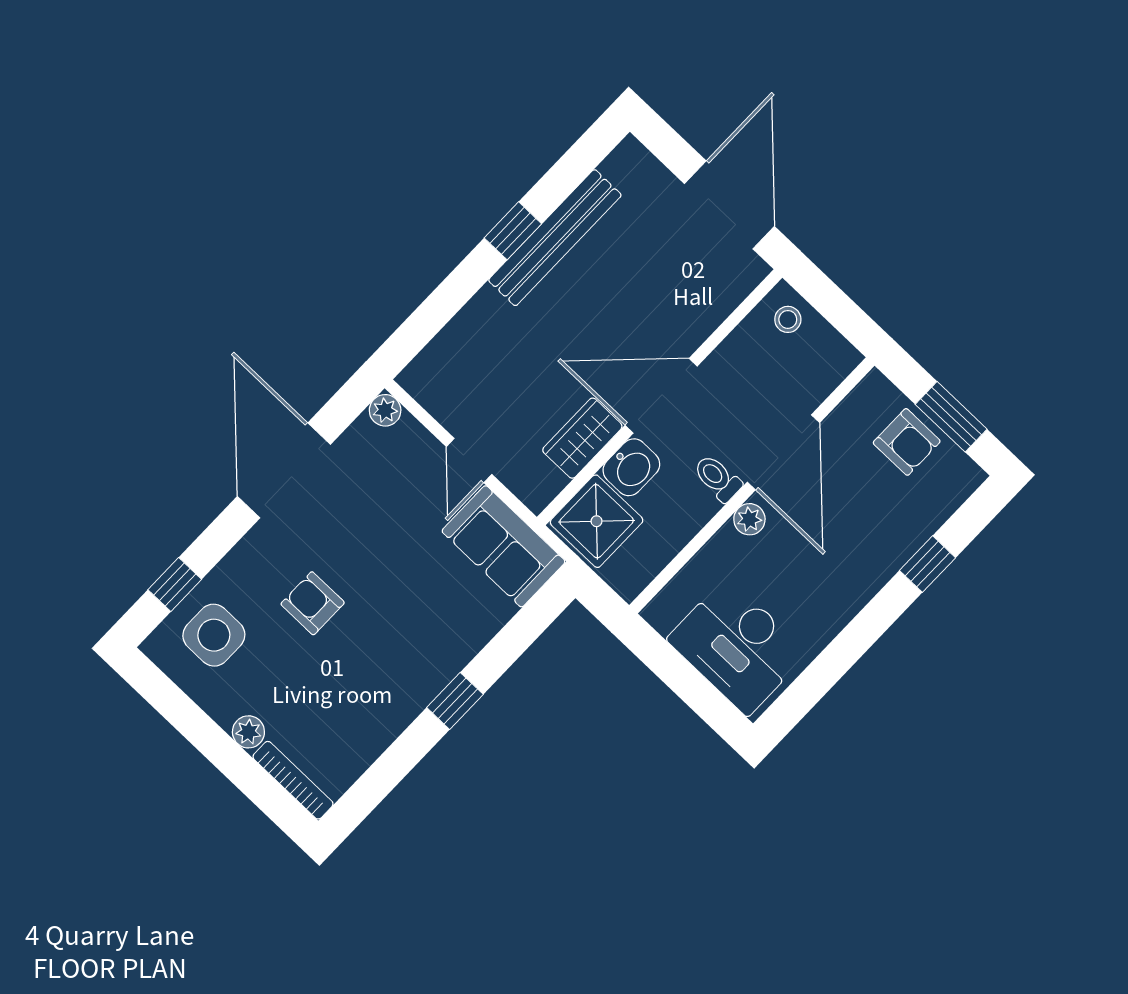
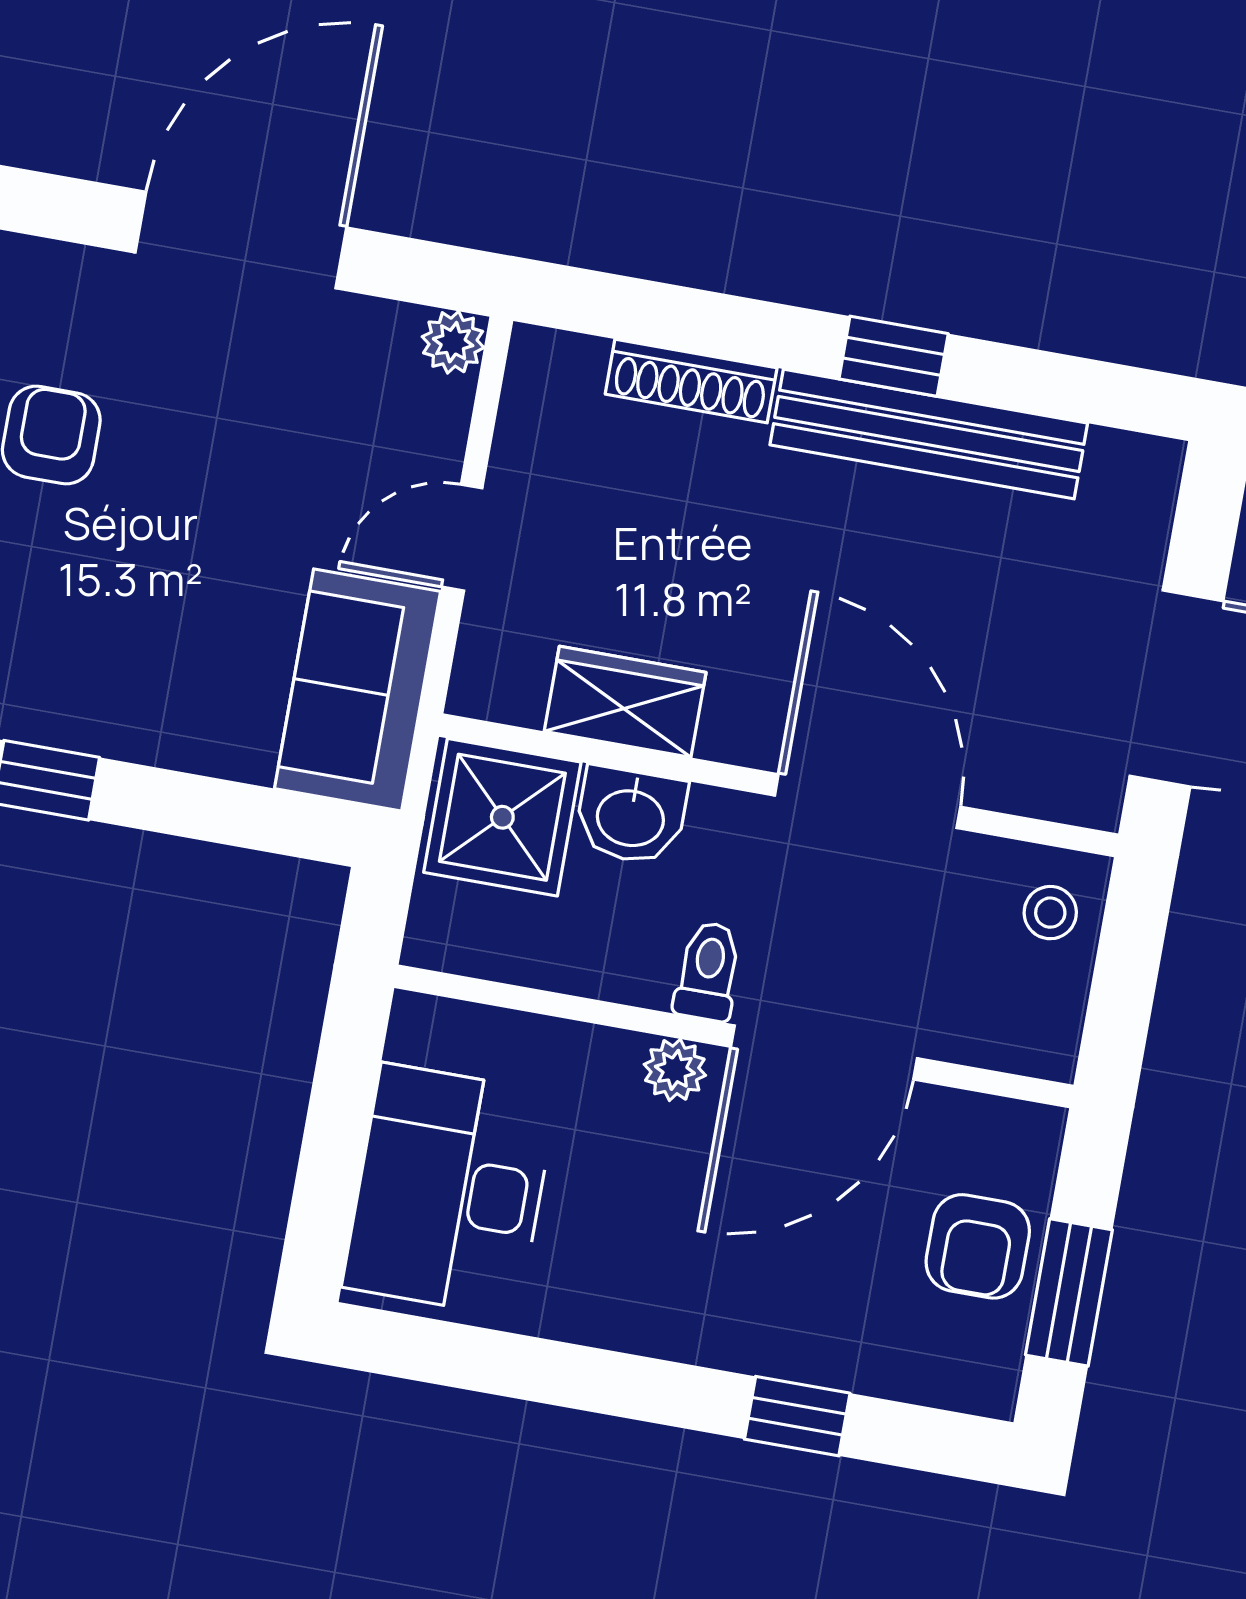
shoe rack: (467, 322) -> (691, 381), added
door: (661, 396) -> (868, 801), moved

